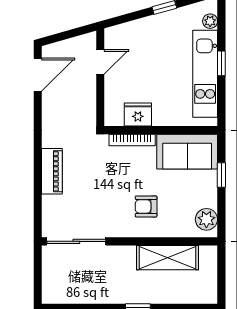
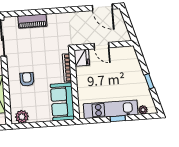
door: (100, 62) -> (102, 46), moved
fridge: (138, 115) -> (82, 58), moved
piano: (52, 171) -> (32, 21), moved
window: (221, 175) -> (50, 124), removed

